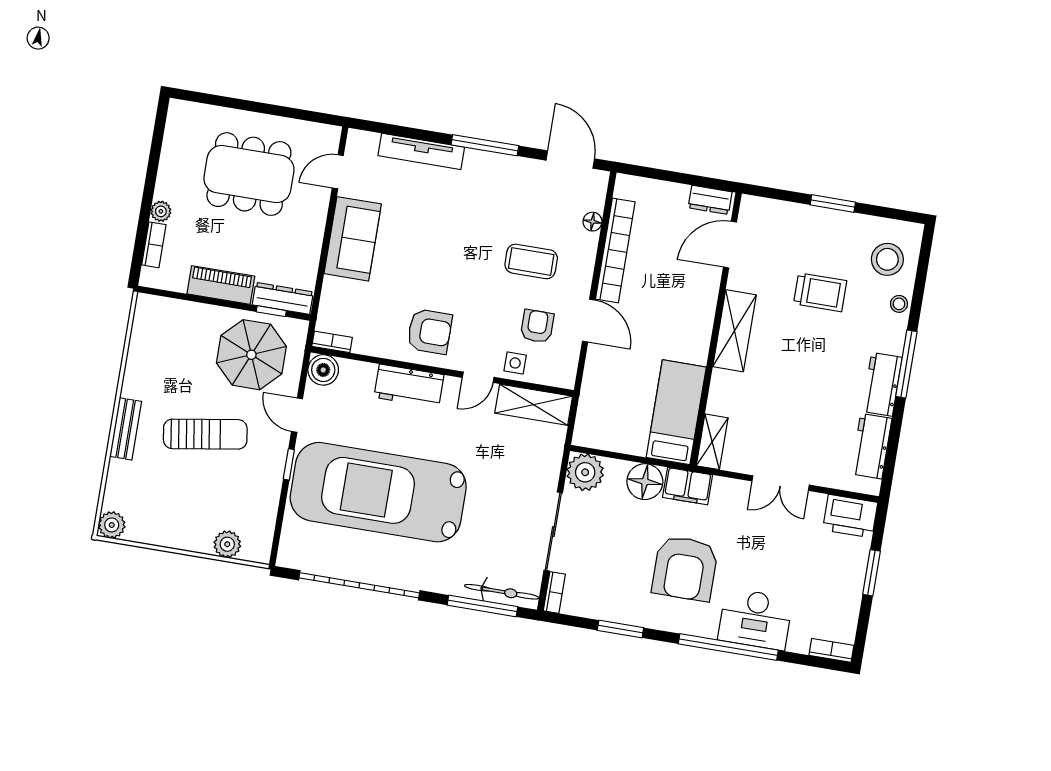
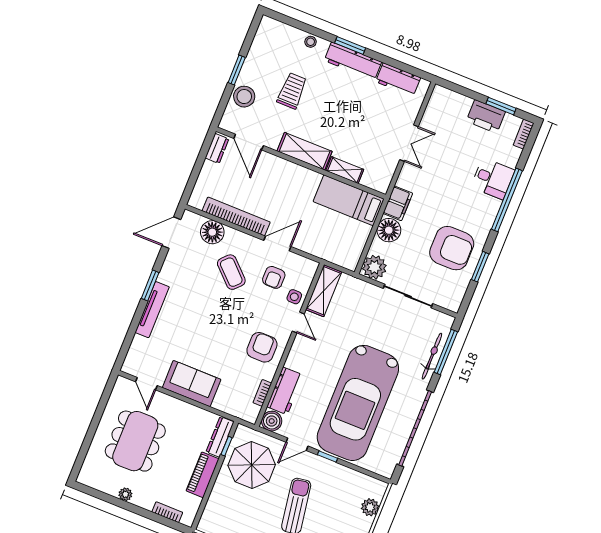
window: (485, 145) -> (150, 285), width x0.69
tv unit: (421, 151) -> (152, 310), moved
plant: (161, 211) -> (125, 494), moved
floor lamp: (592, 222) -> (212, 232), width x1.89, depth x1.89
stool: (887, 259) -> (244, 97), moved
coffee table: (531, 261) -> (231, 272), turned -46
armchair: (537, 326) -> (274, 277), turned -90
bookcase: (332, 342) -> (262, 393), moved
window: (906, 364) -> (350, 45), width x0.69
workbench: (882, 384) -> (353, 61), width x1.38
workbench: (409, 386) -> (285, 391), moved
shelving: (712, 442) -> (345, 170), moved
printer: (850, 516) -> (486, 116), moved, turned 90
armchair: (685, 568) -> (452, 248), moved
window: (871, 573) -> (501, 106), moved
bicycle: (502, 592) -> (432, 356), moved
bookcase: (554, 592) -> (447, 304), removed
desk: (755, 619) -> (493, 179), width x0.73

